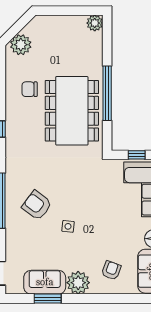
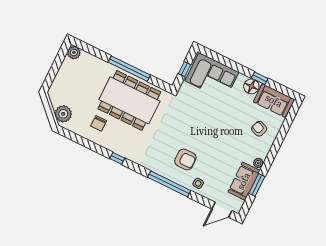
armchair: (37, 205) -> (185, 159), turned -127
side table: (68, 226) -> (198, 183), moved
plant: (78, 283) -> (258, 163), width x0.53, depth x0.53

